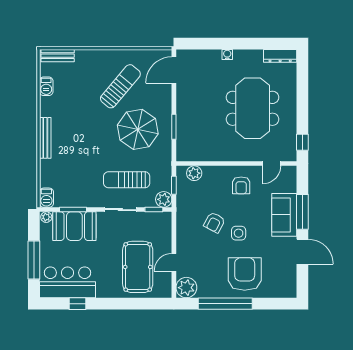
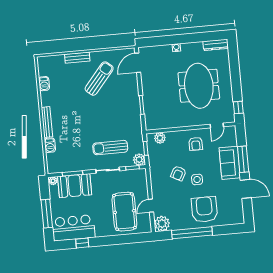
bench: (58, 56) -> (77, 58), moved
parasol: (138, 129) -> (115, 109), removed
barbecue: (46, 198) -> (50, 145), moved

